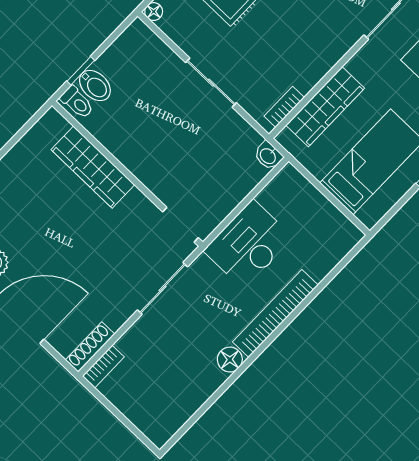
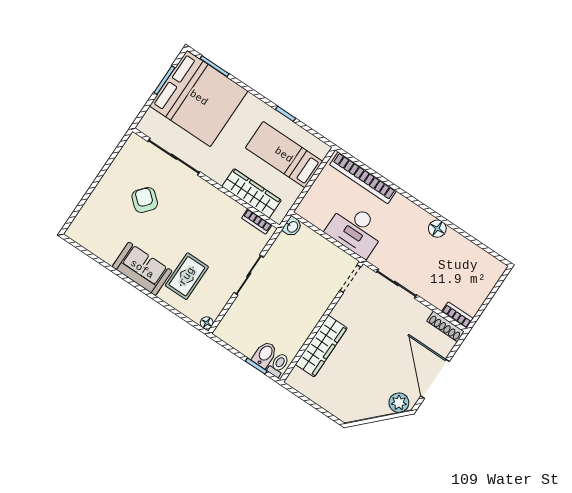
bookcase: (275, 314) -> (363, 178), moved

